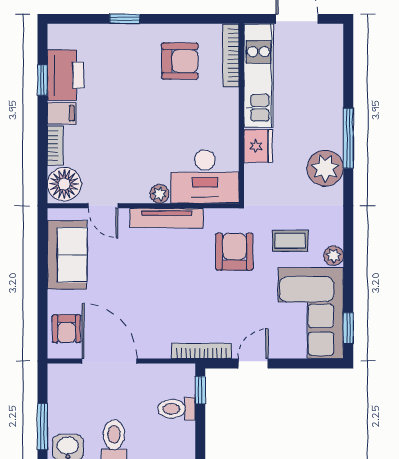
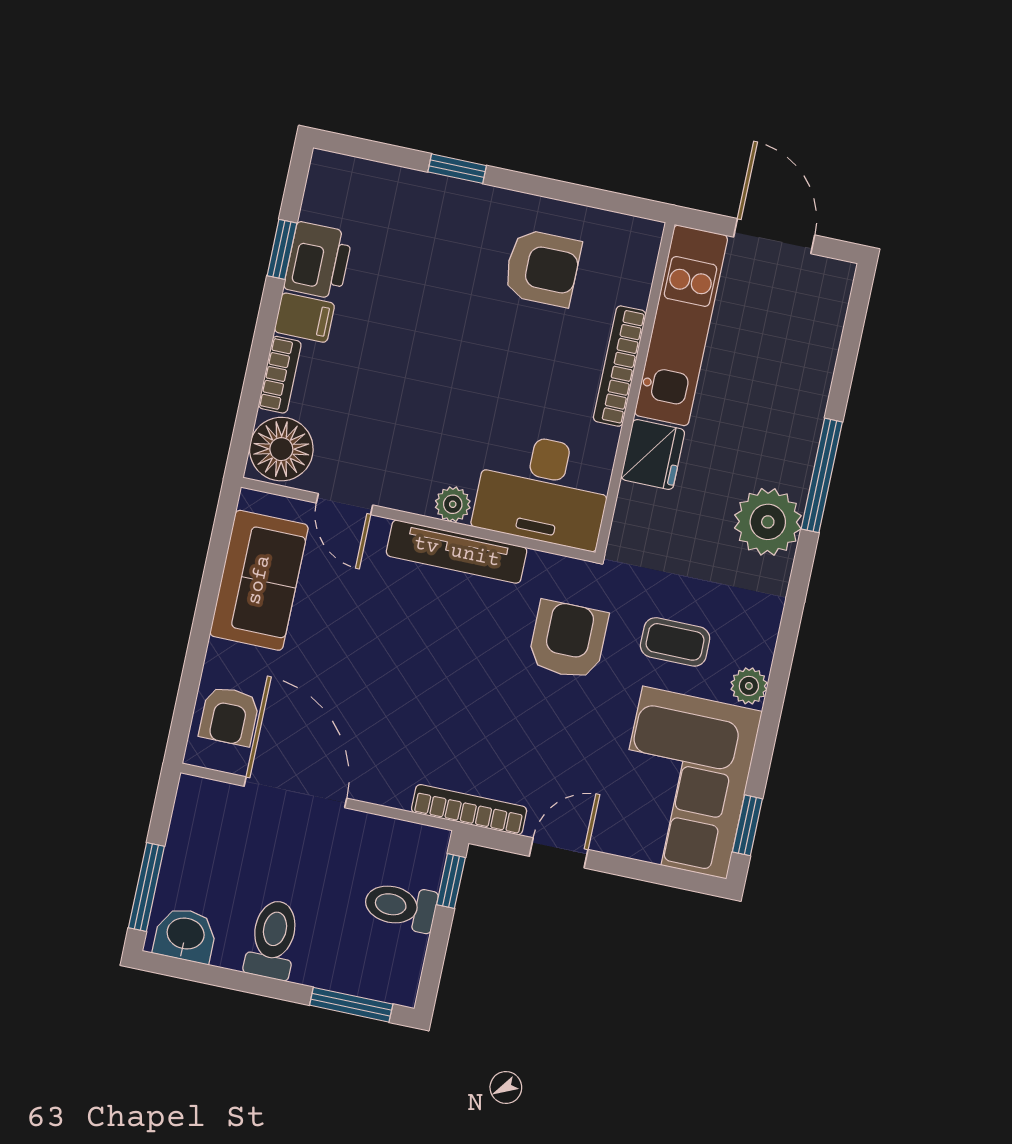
bookcase: (231, 55) -> (620, 366), moved
printer: (65, 75) -> (318, 261), width x0.73, depth x0.84

